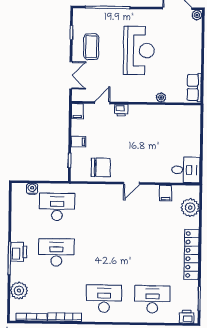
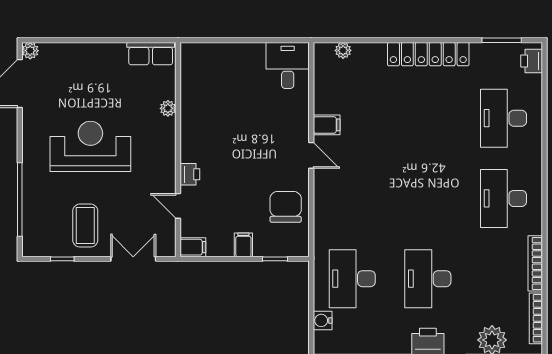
coffee table: (91, 47) -> (85, 226), turned 90
filing cabinet: (166, 193) -> (327, 125), moved
plant: (190, 208) -> (343, 50), width x0.53, depth x0.53

